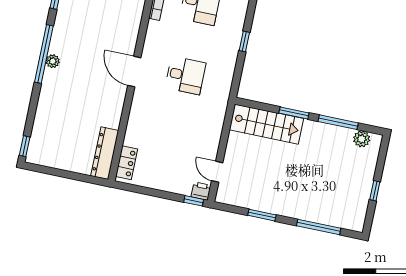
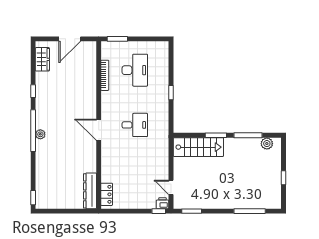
window: (262, 215) -> (192, 211), moved

